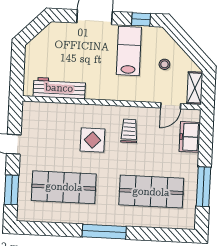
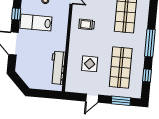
display table: (92, 140) -> (90, 64), moved
window: (53, 229) -> (147, 75), added

